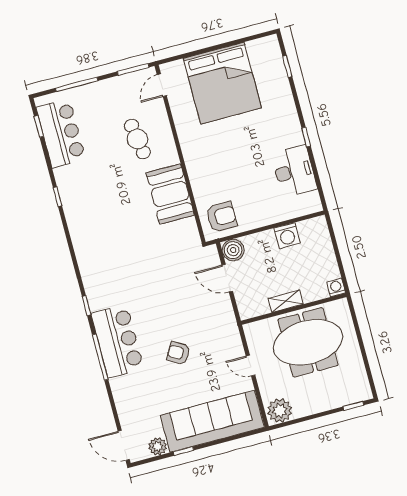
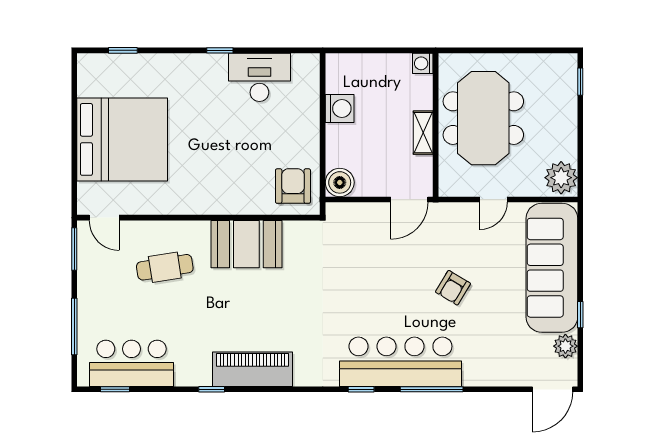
piano: (80, 223) -> (252, 369), added
door: (227, 278) -> (409, 200), moved
bar counter: (117, 341) -> (400, 362), width x1.36

